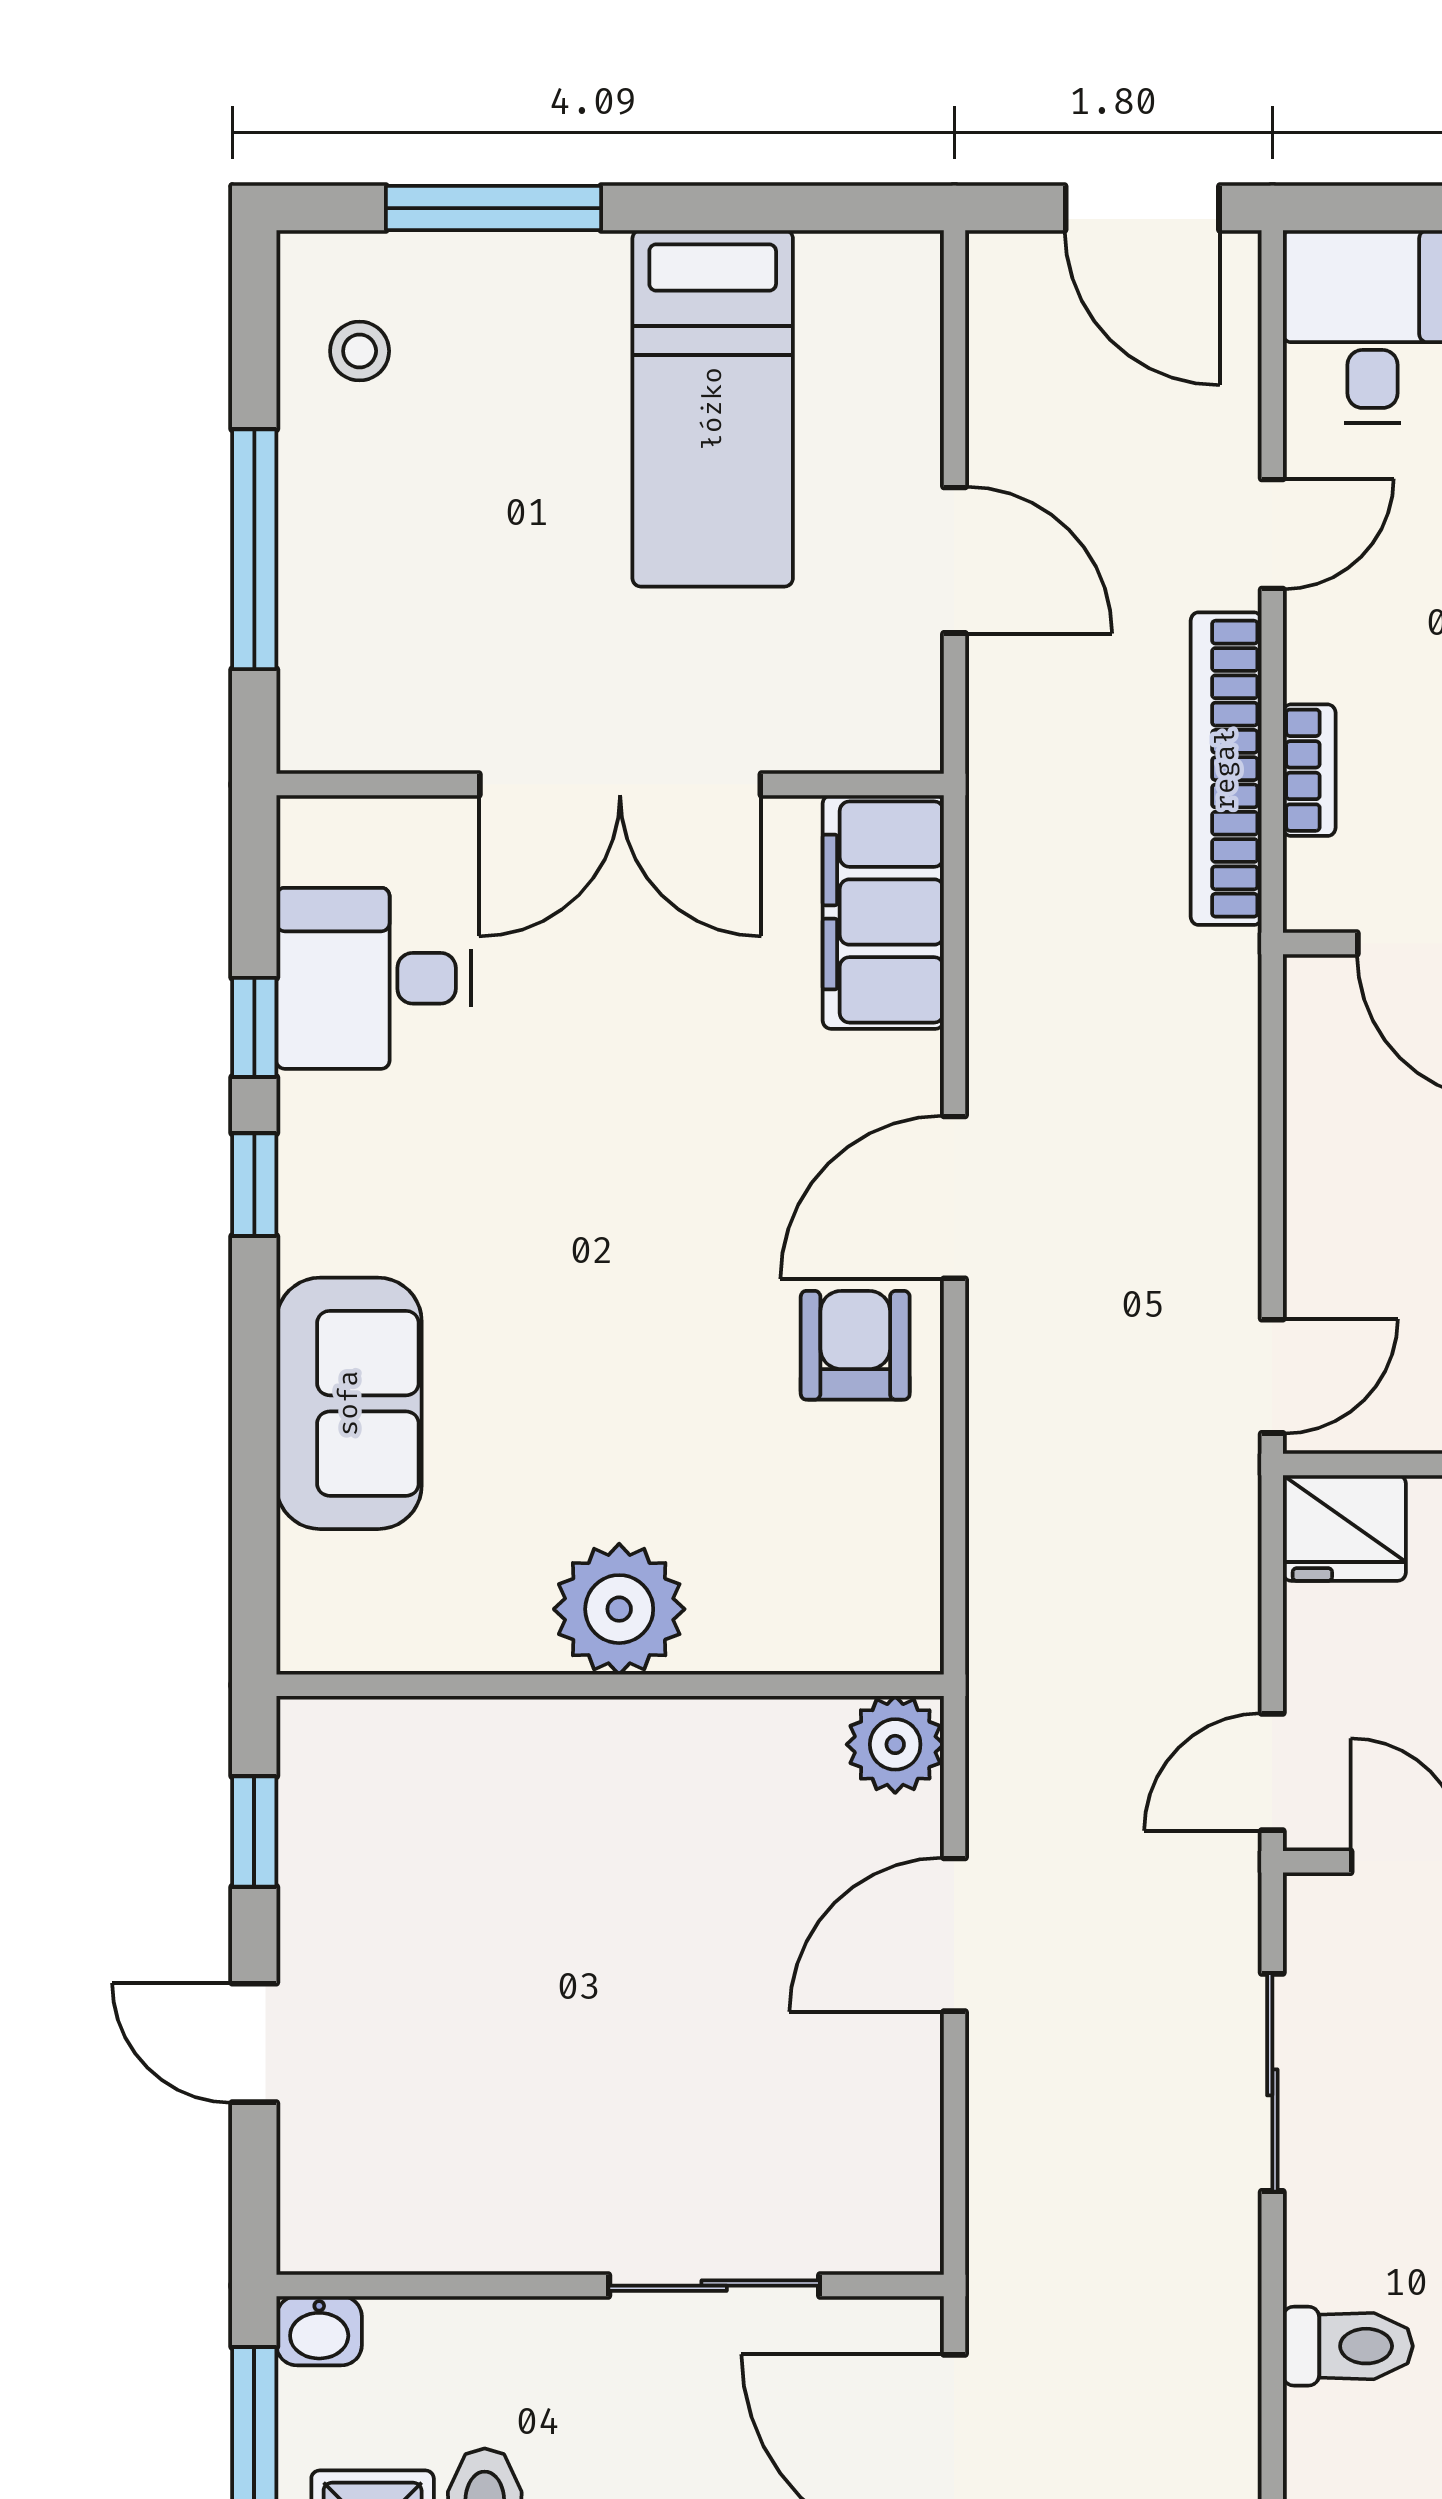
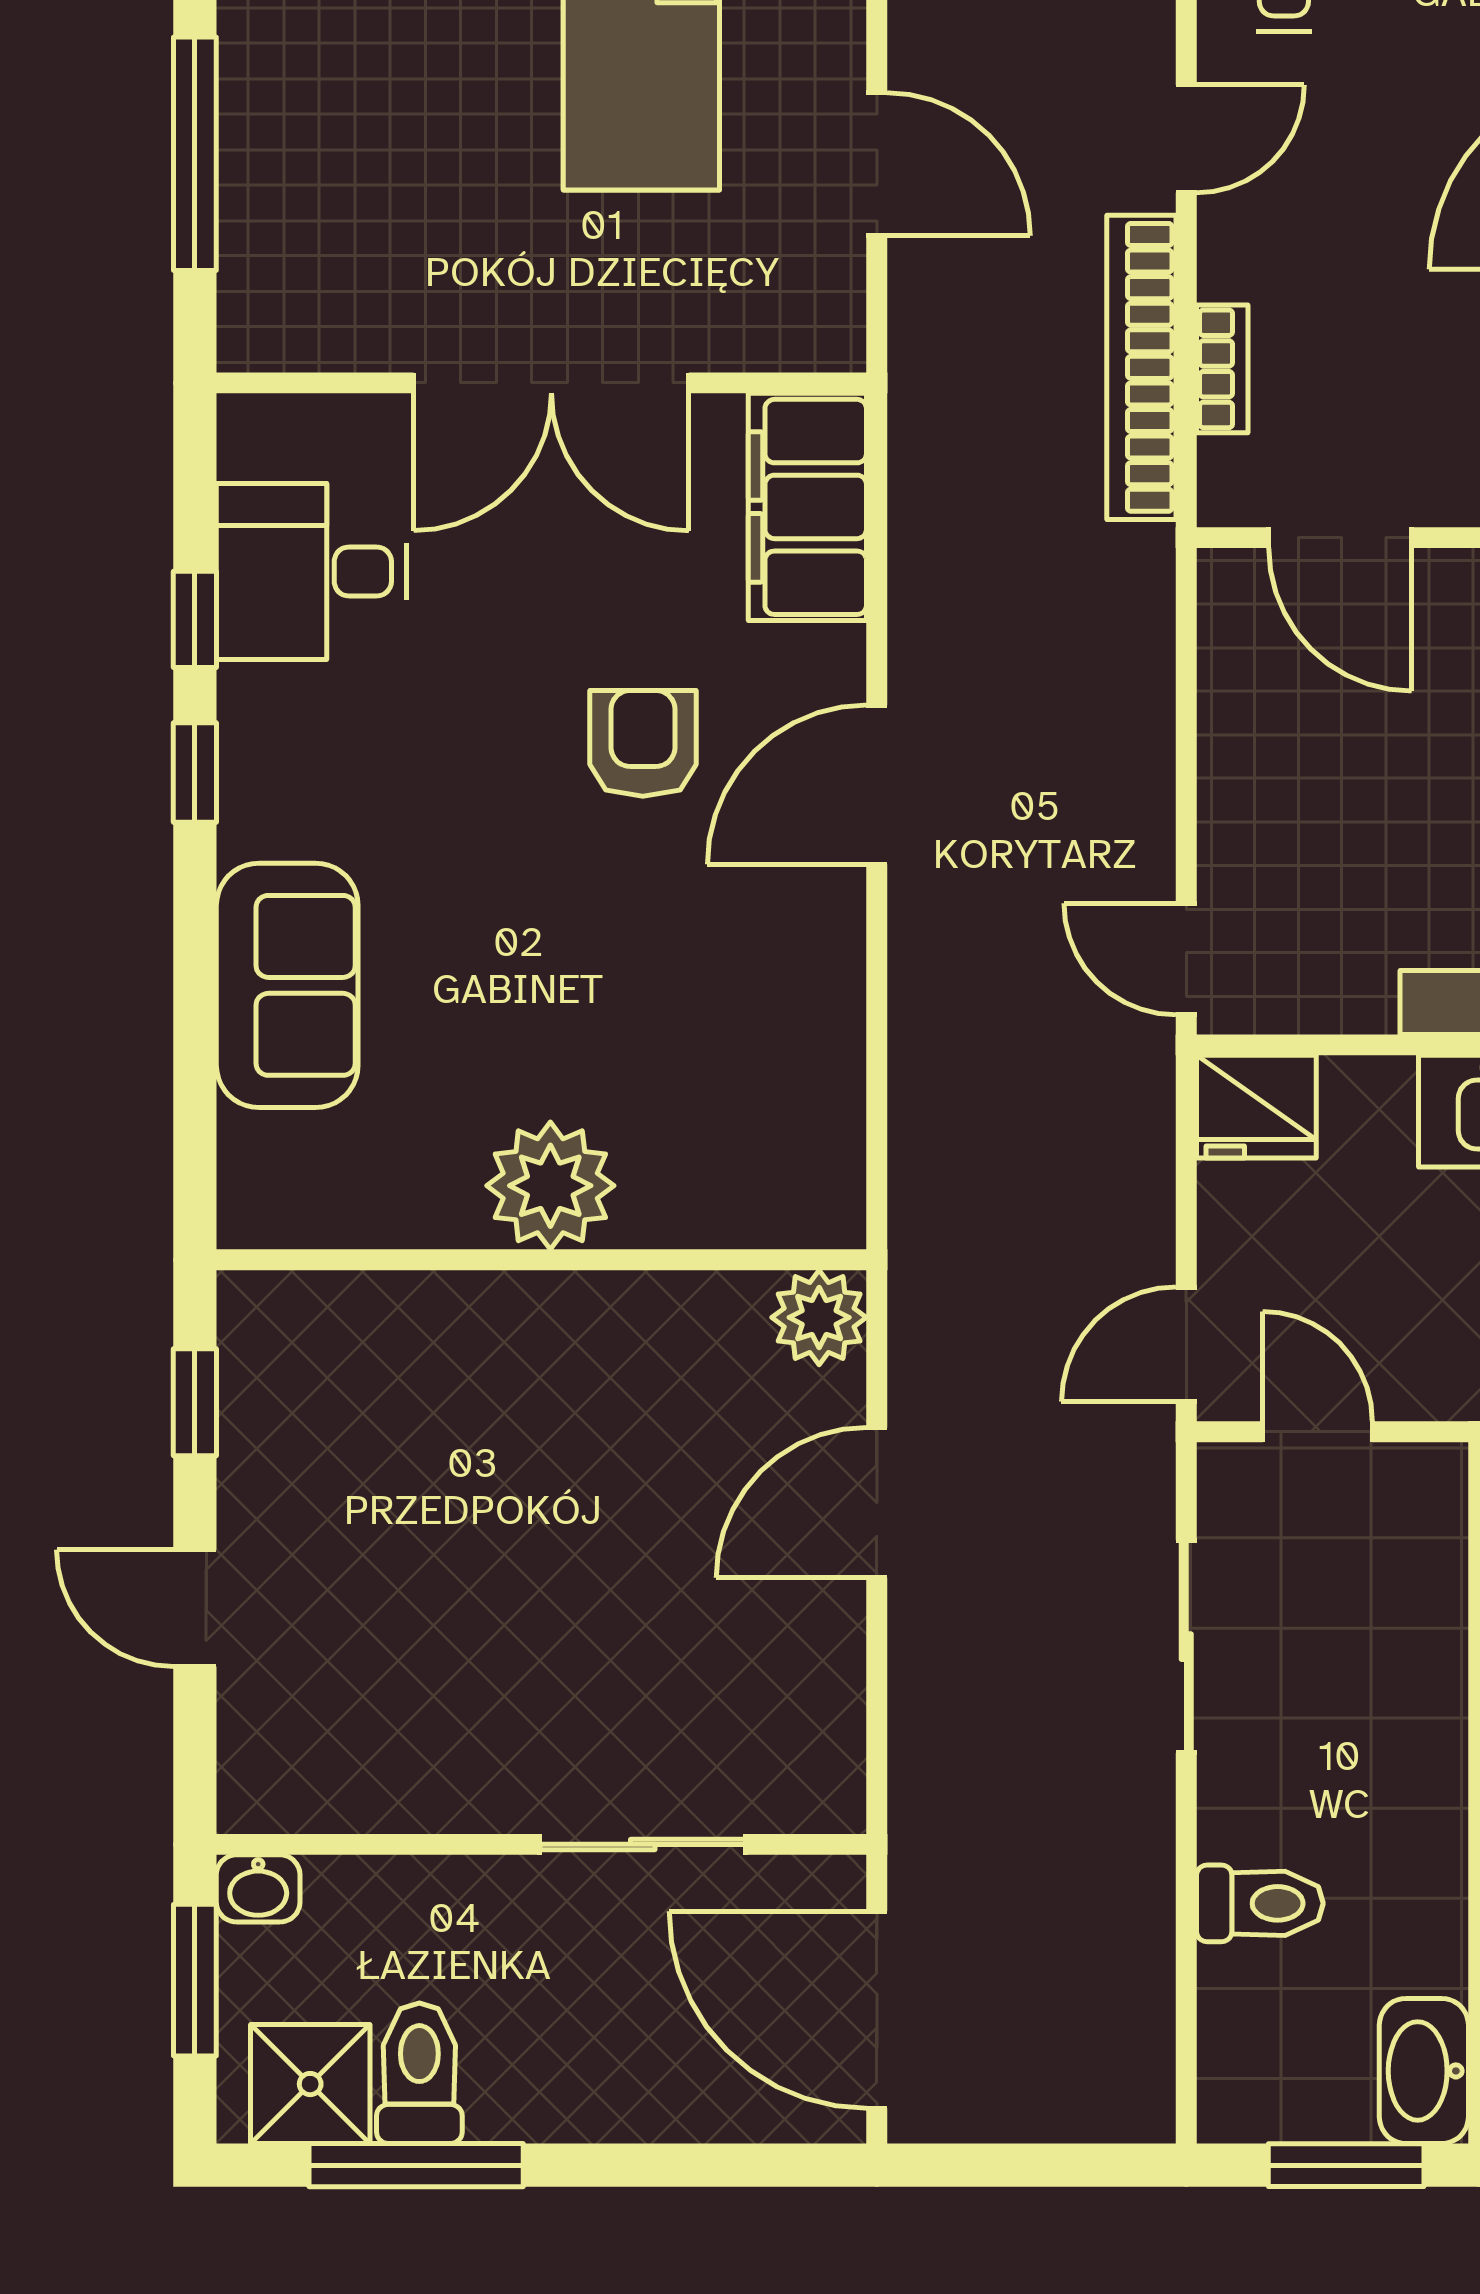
armchair: (855, 1345) -> (643, 743), moved
door: (1272, 1376) -> (1186, 959), swing flipped

